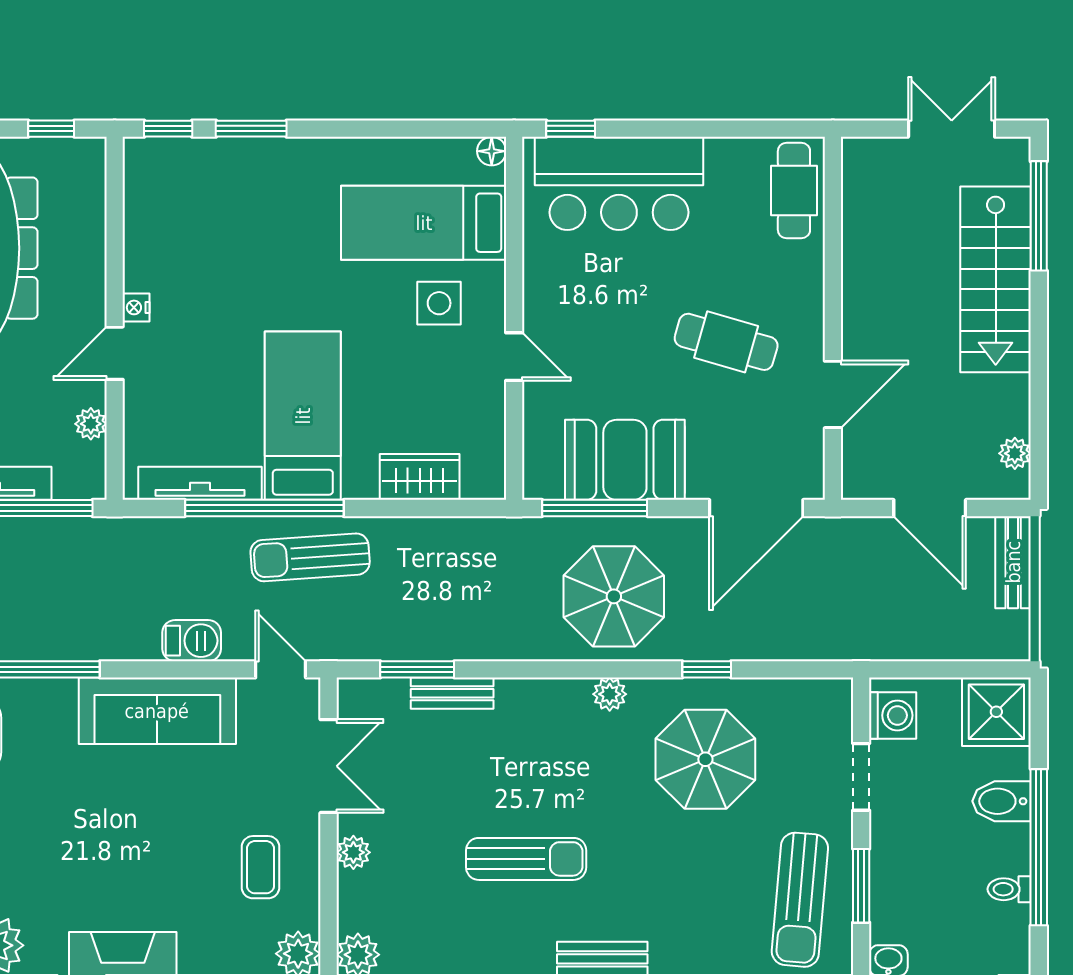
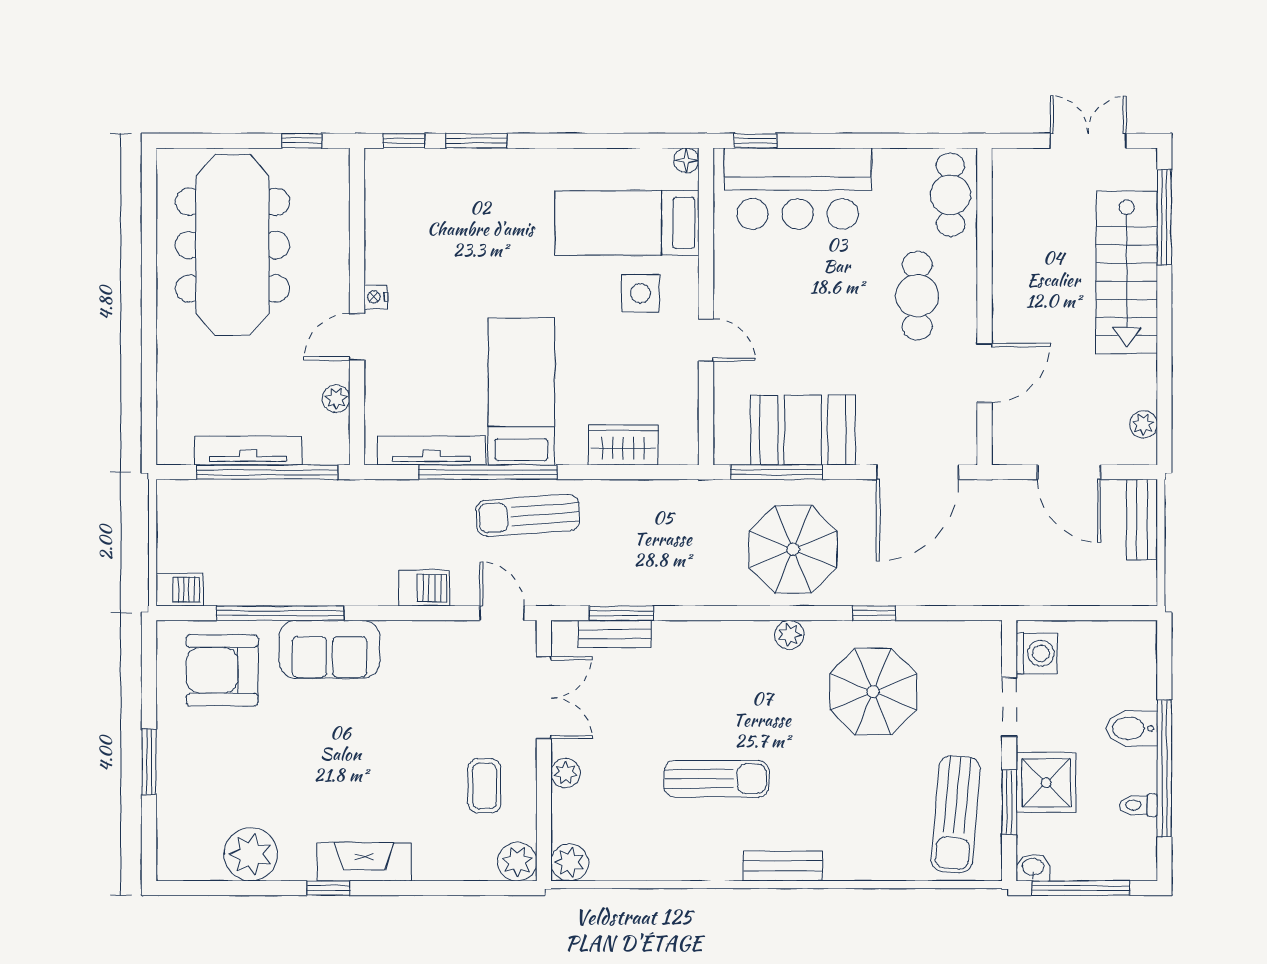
cafe table: (726, 342) -> (917, 296), moved, turned 74
bench: (452, 693) -> (614, 634), moved
sofa: (157, 711) -> (329, 649), moved, width x0.73
shower: (996, 712) -> (1046, 783), moved

